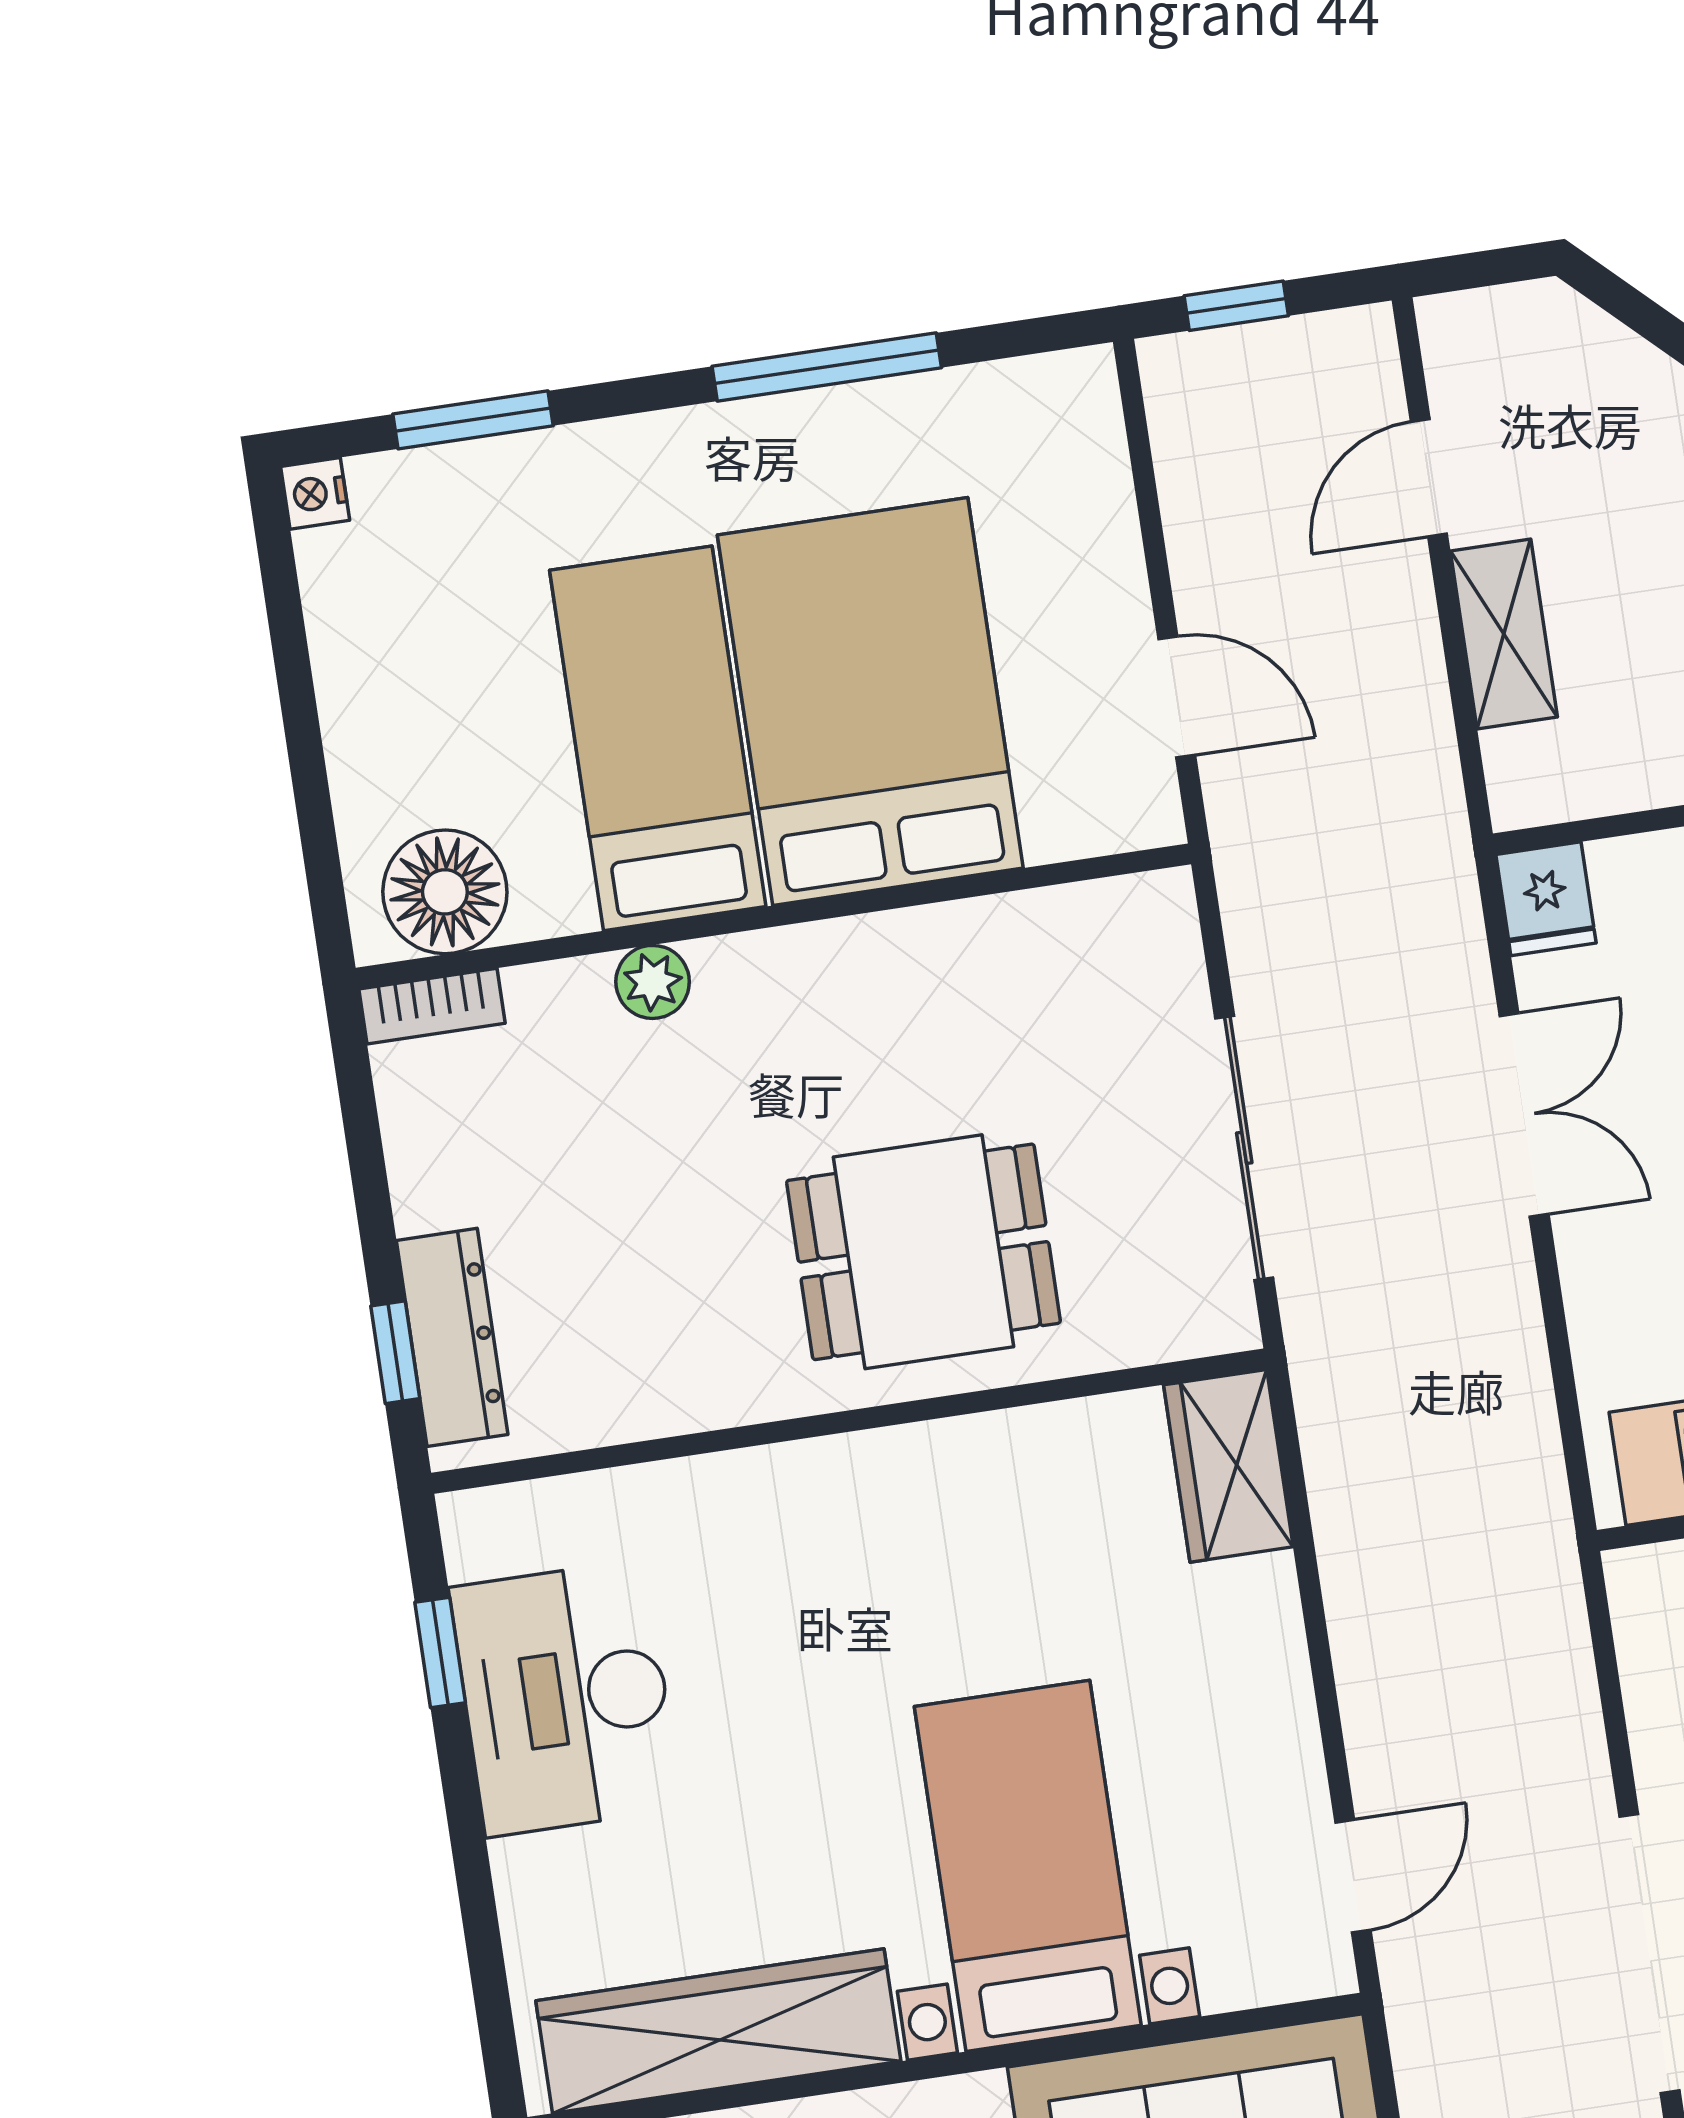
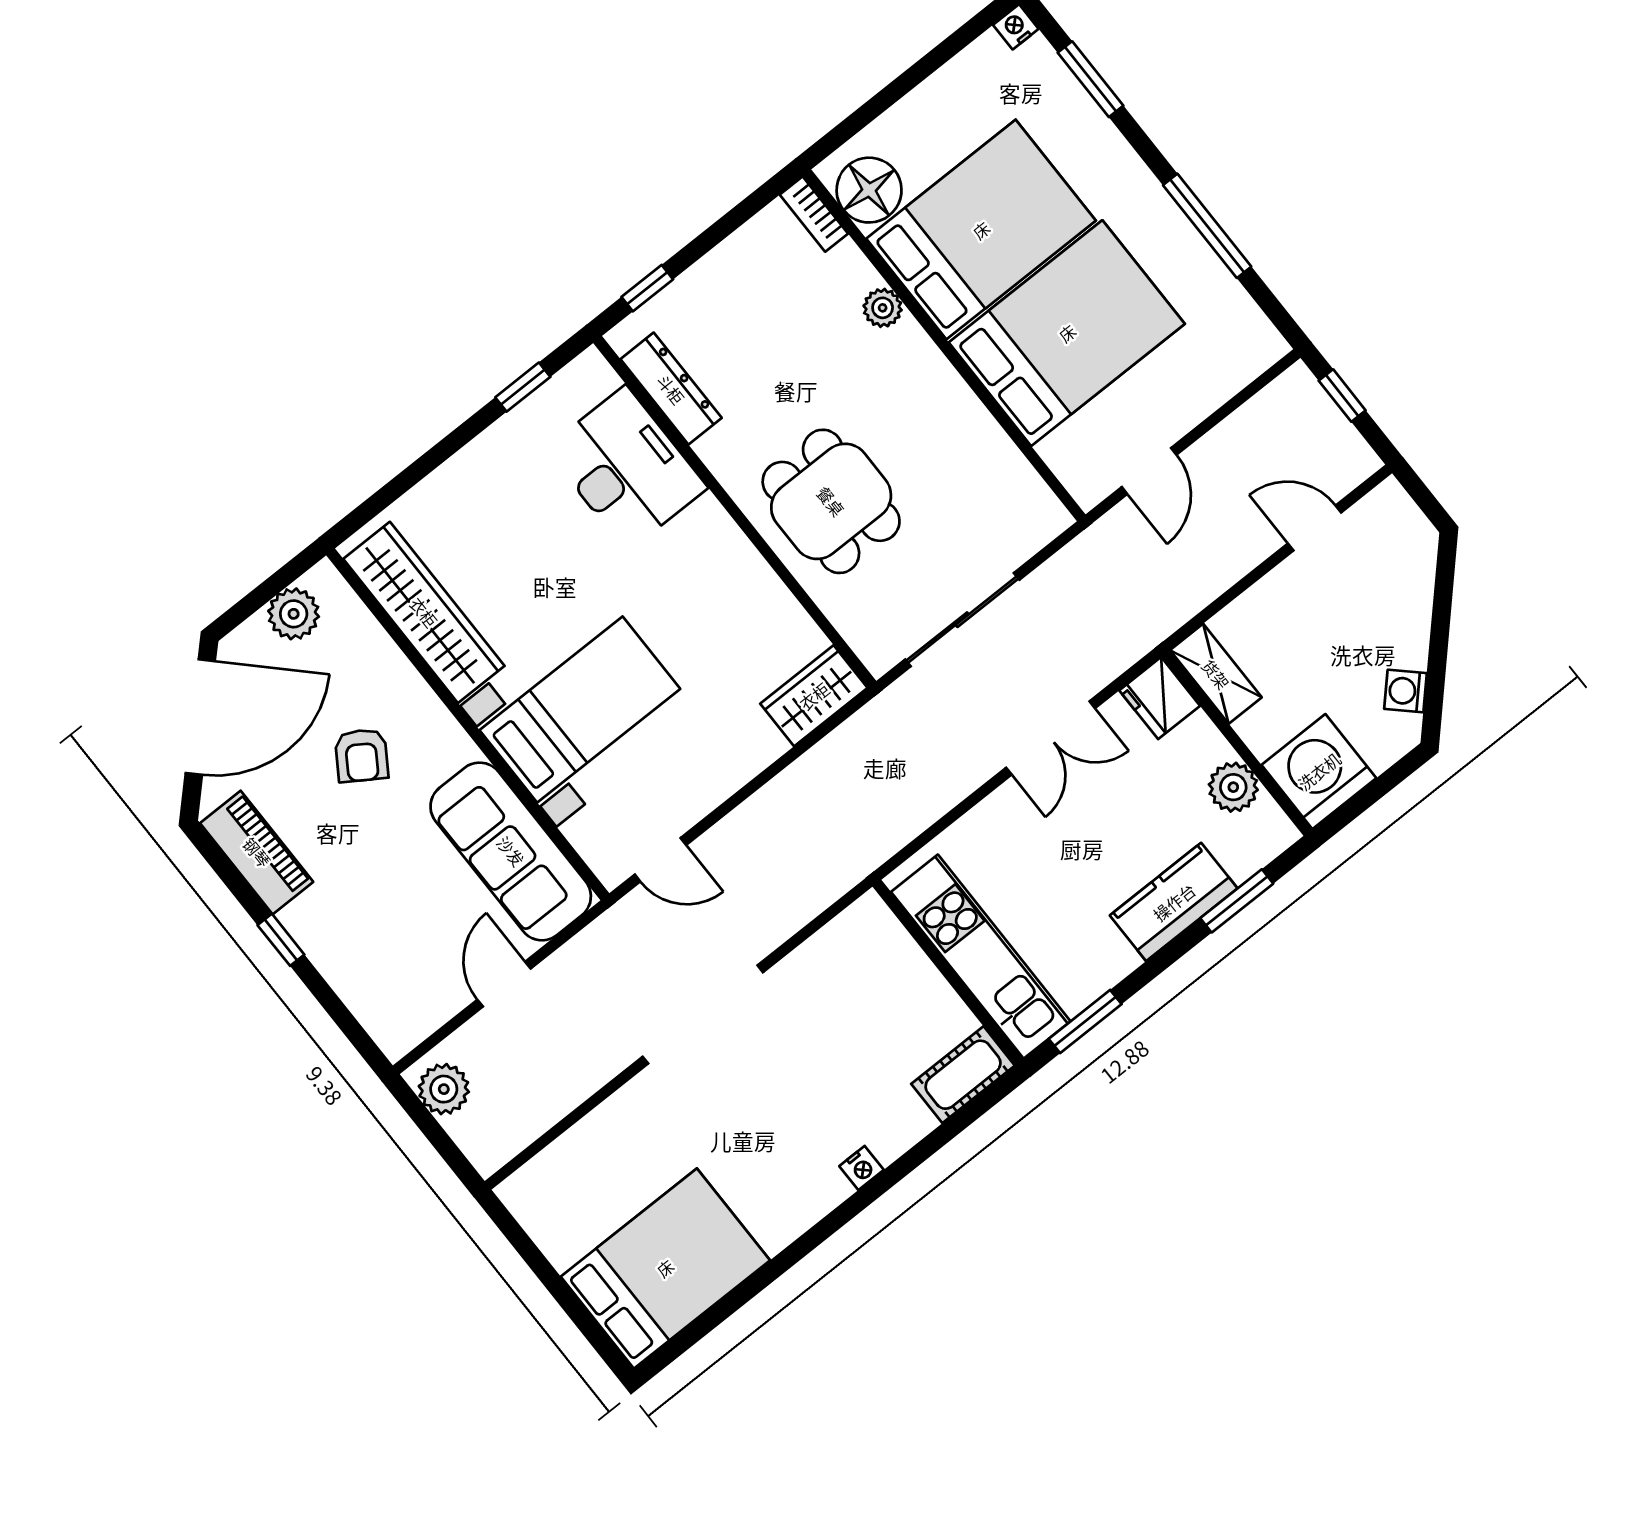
shelving: (1504, 634) -> (1216, 674), moved, turned 90
bed: (658, 738) -> (981, 230), width x1.50
fridge: (1546, 899) -> (1160, 698), width x1.38
dresser: (452, 1337) -> (671, 389), moved, turned -90
desk: (566, 1698) -> (626, 468), moved, turned 90

